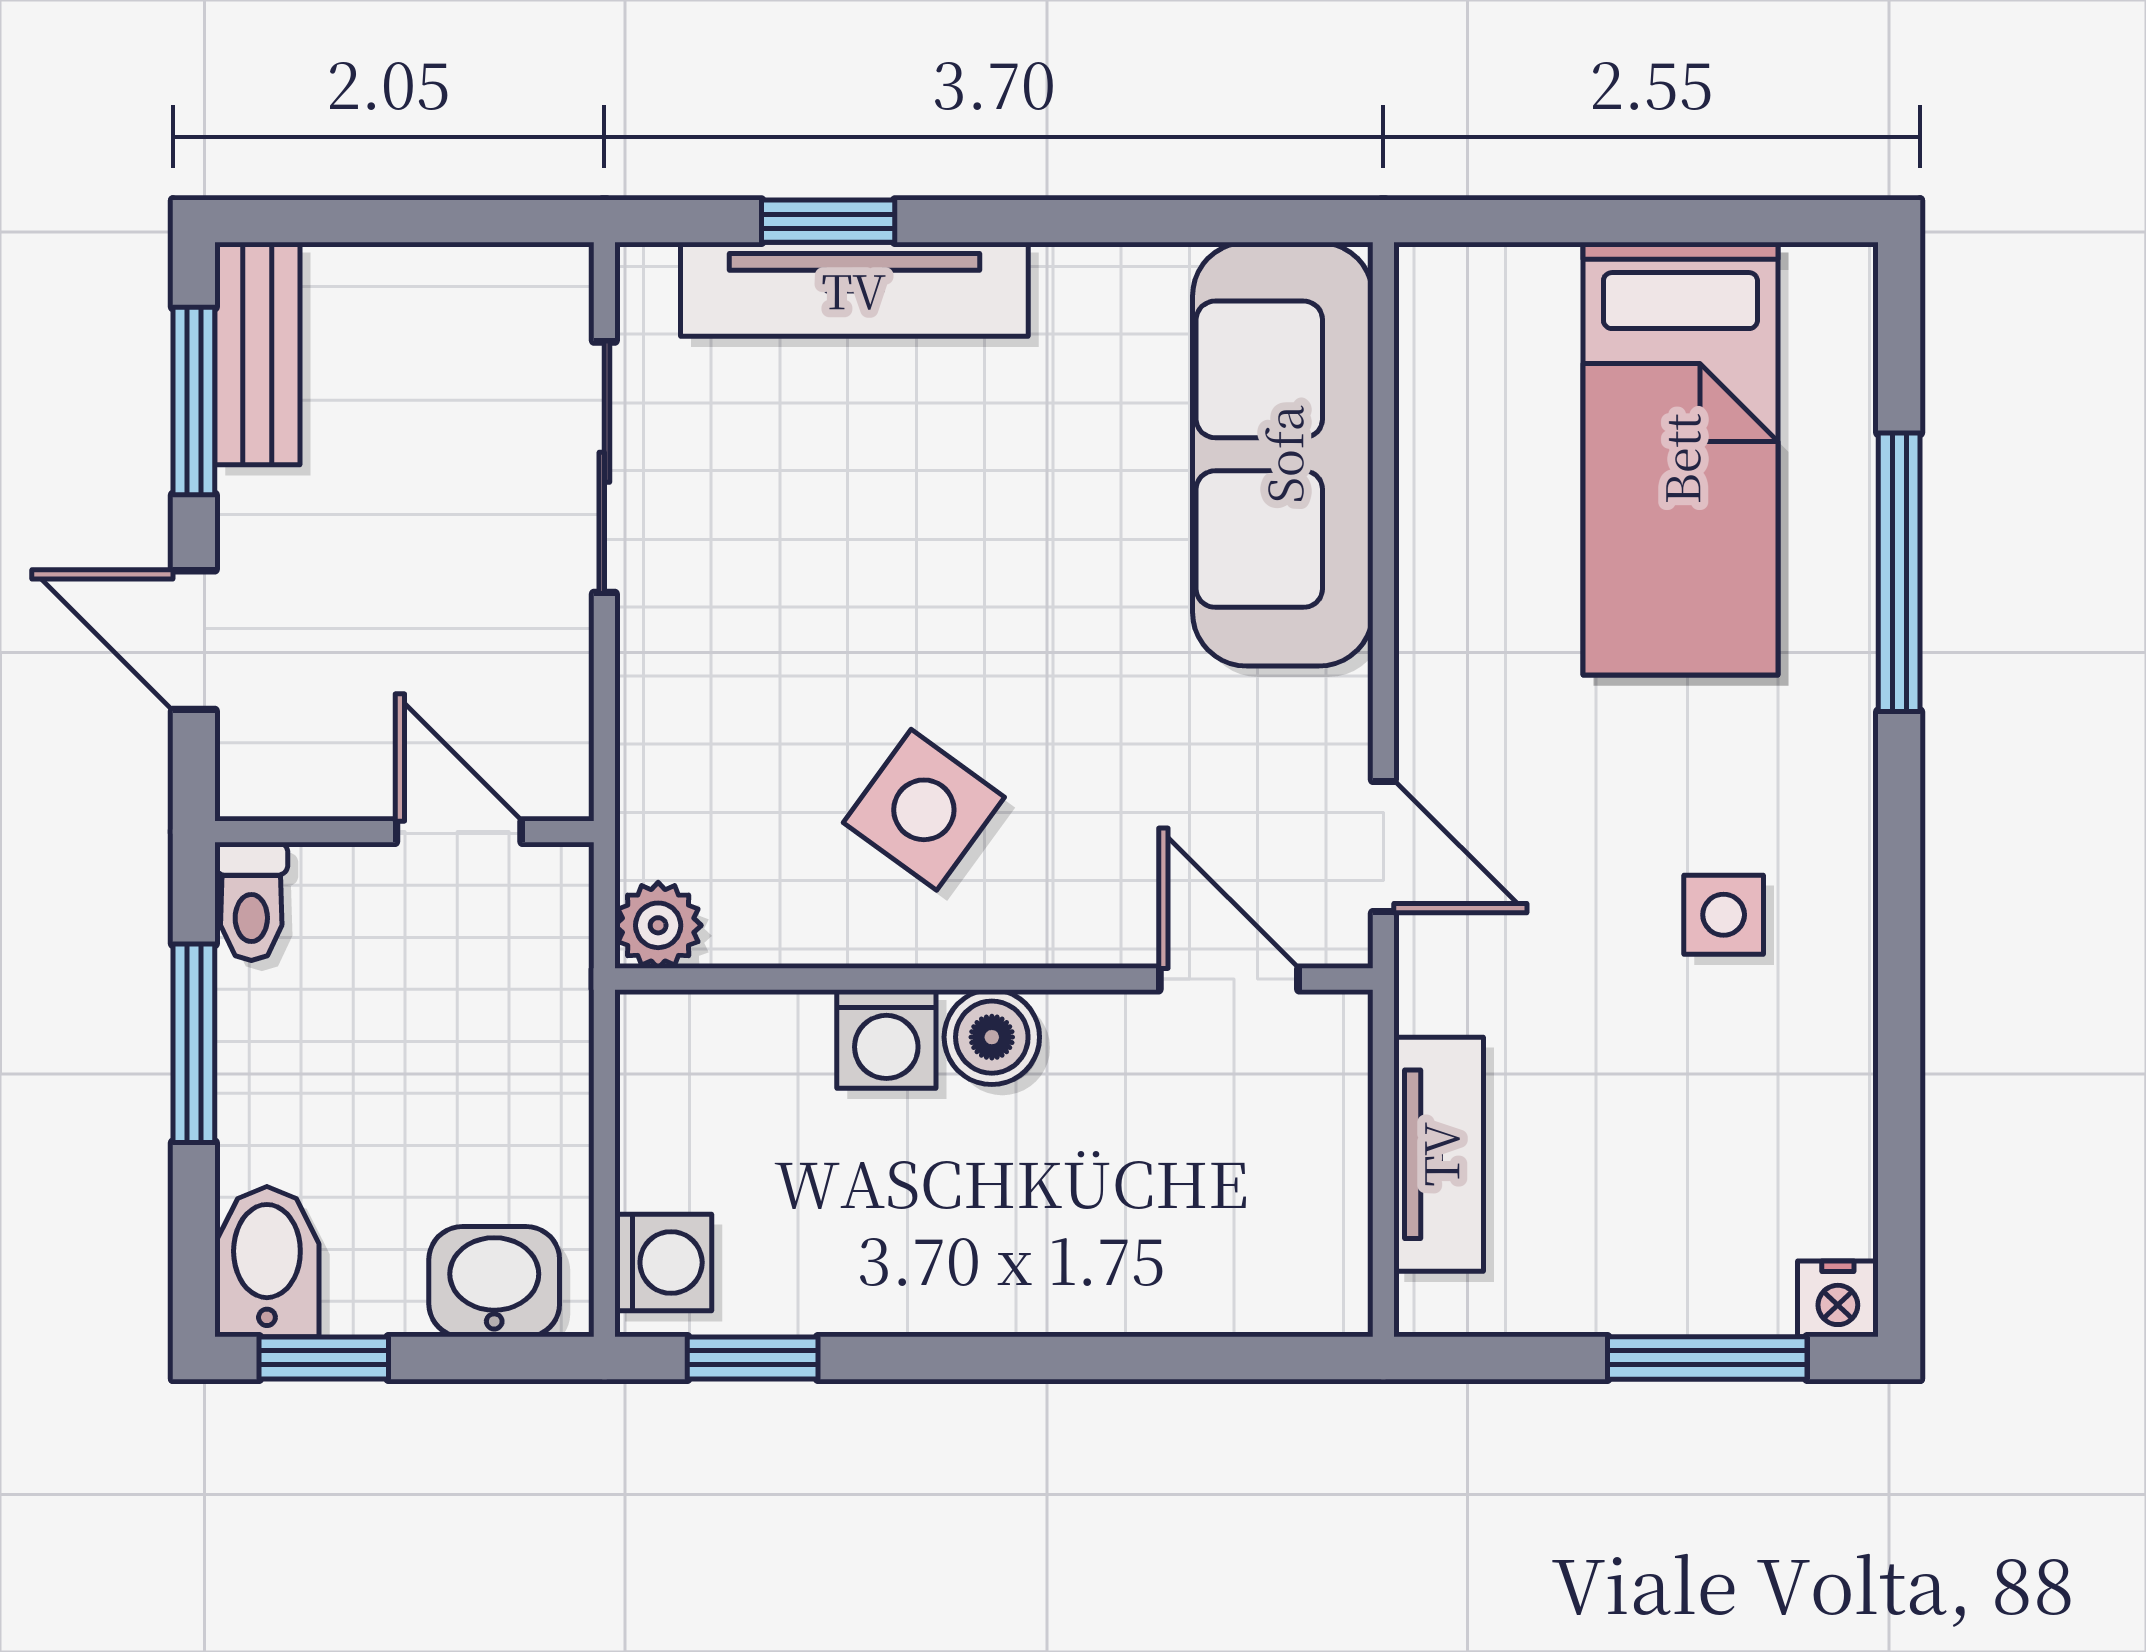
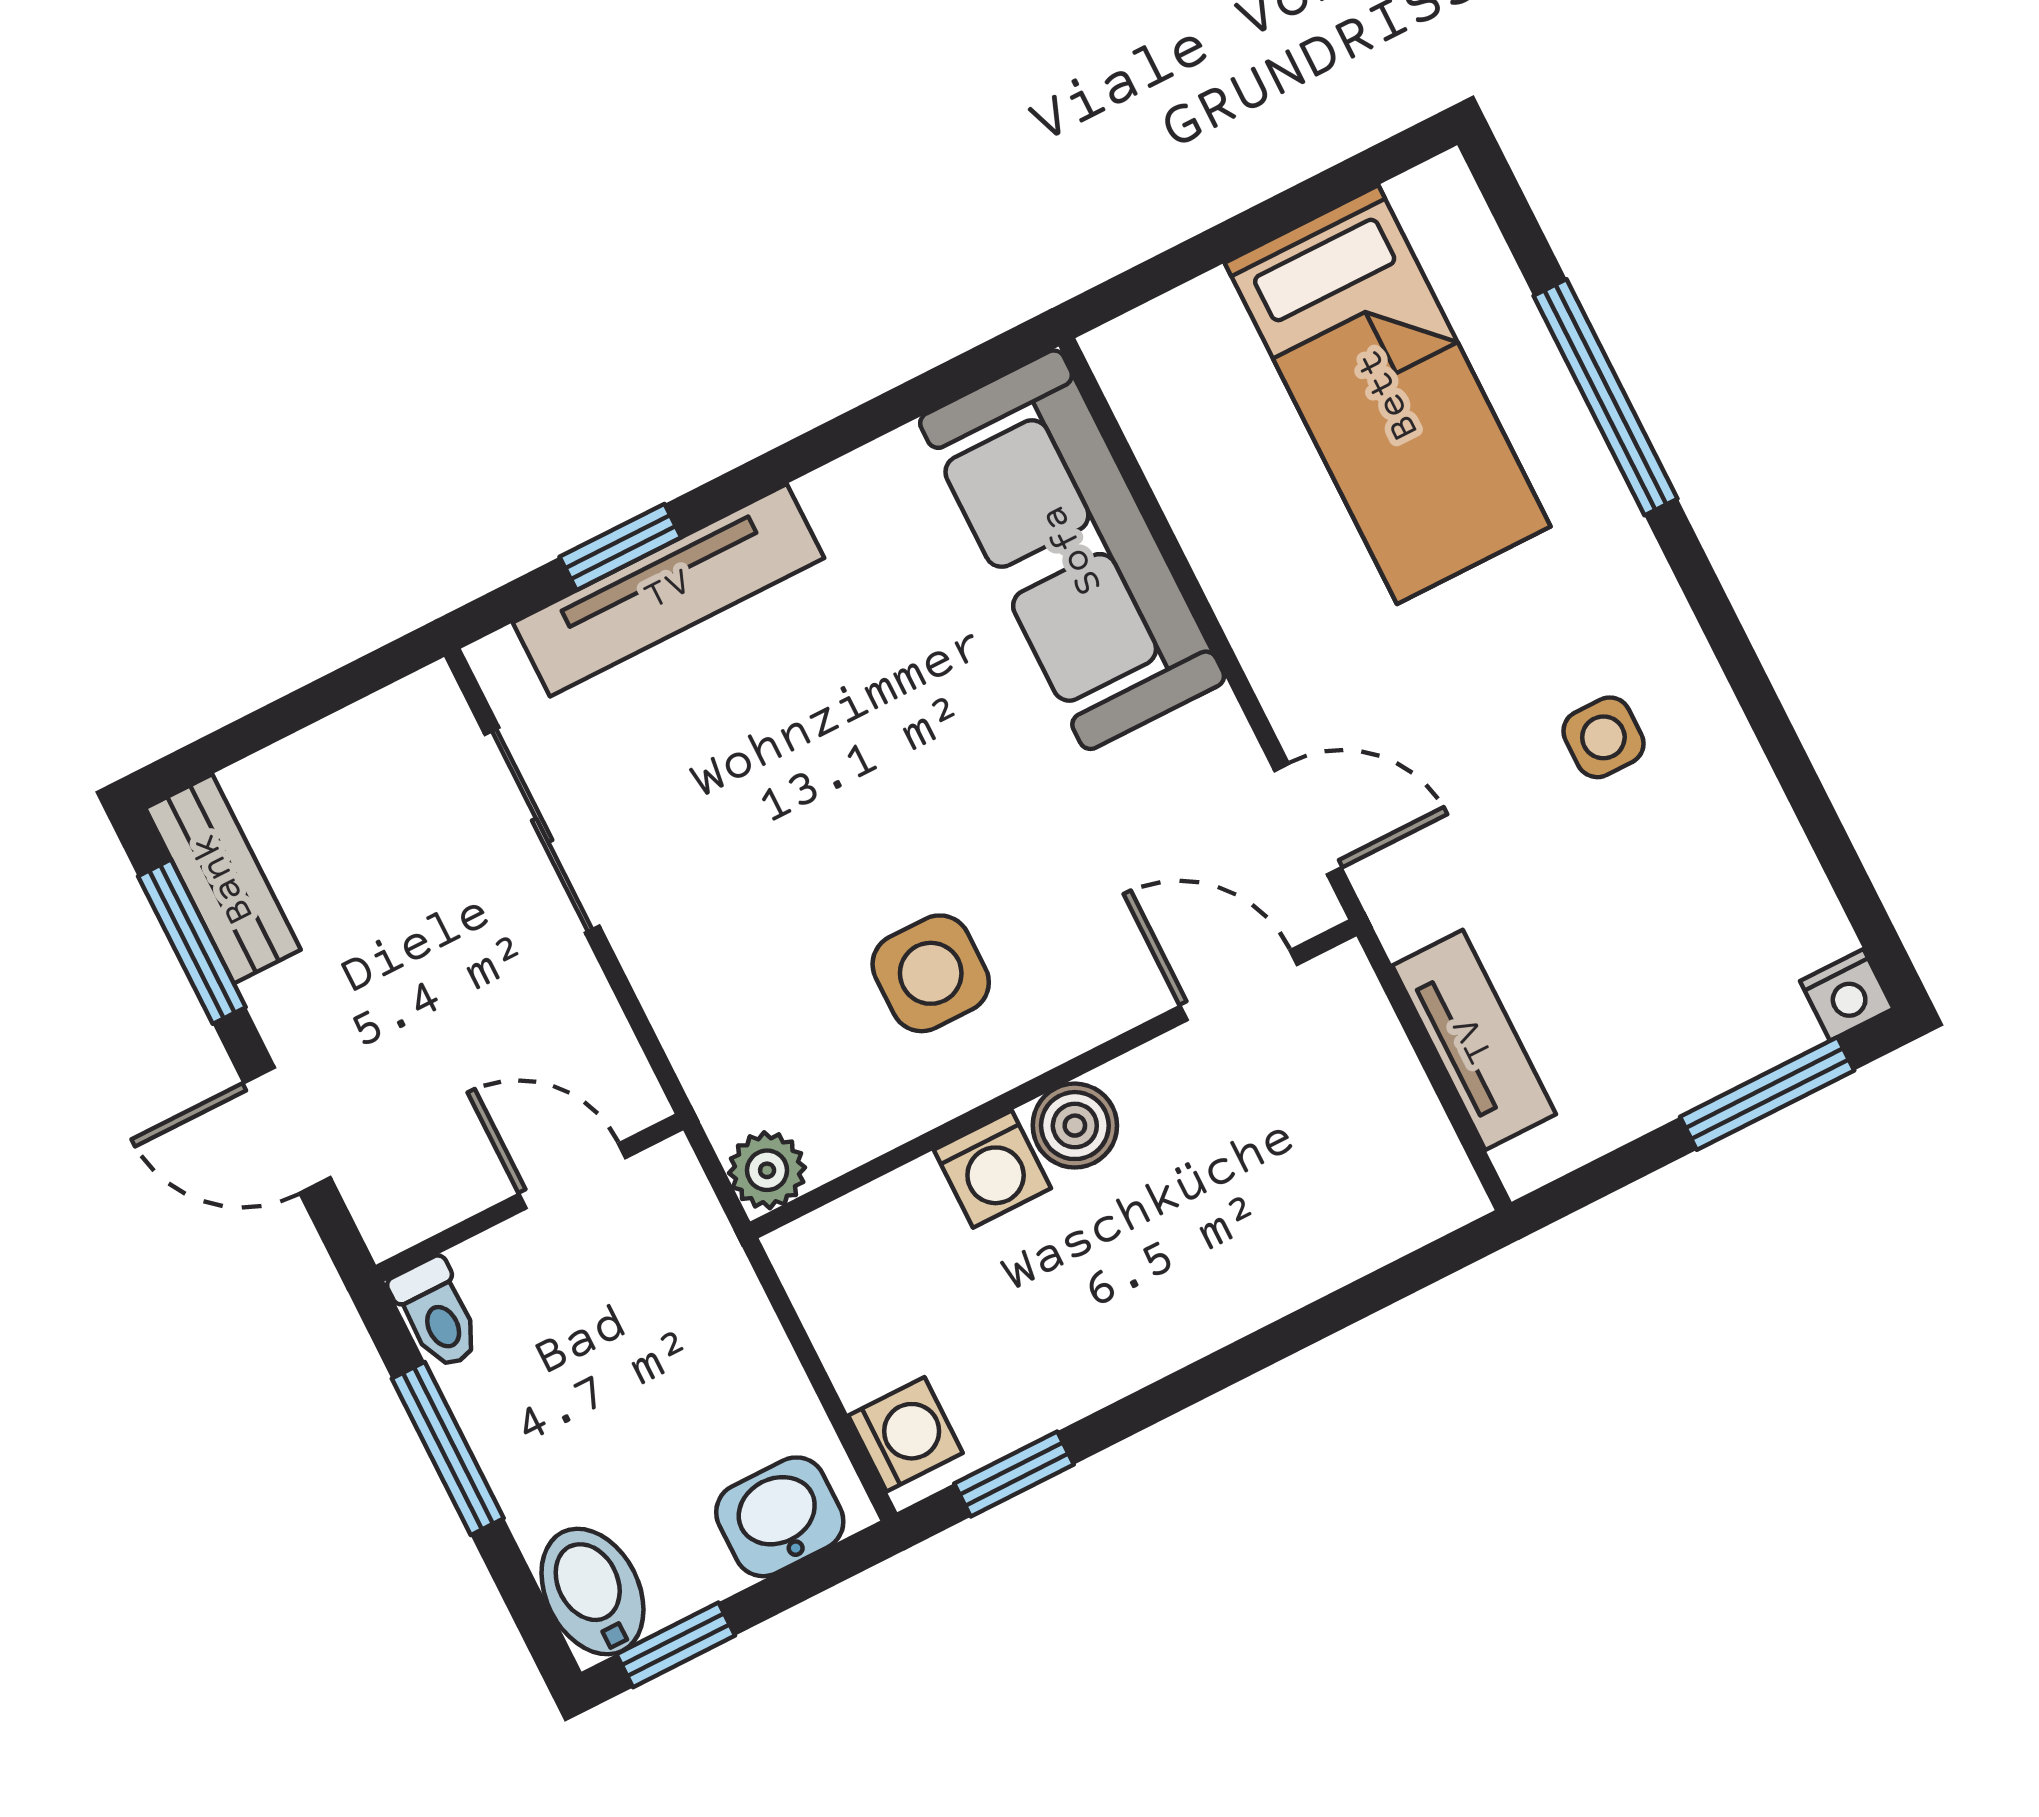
side table: (924, 810) -> (931, 973), turned -36

